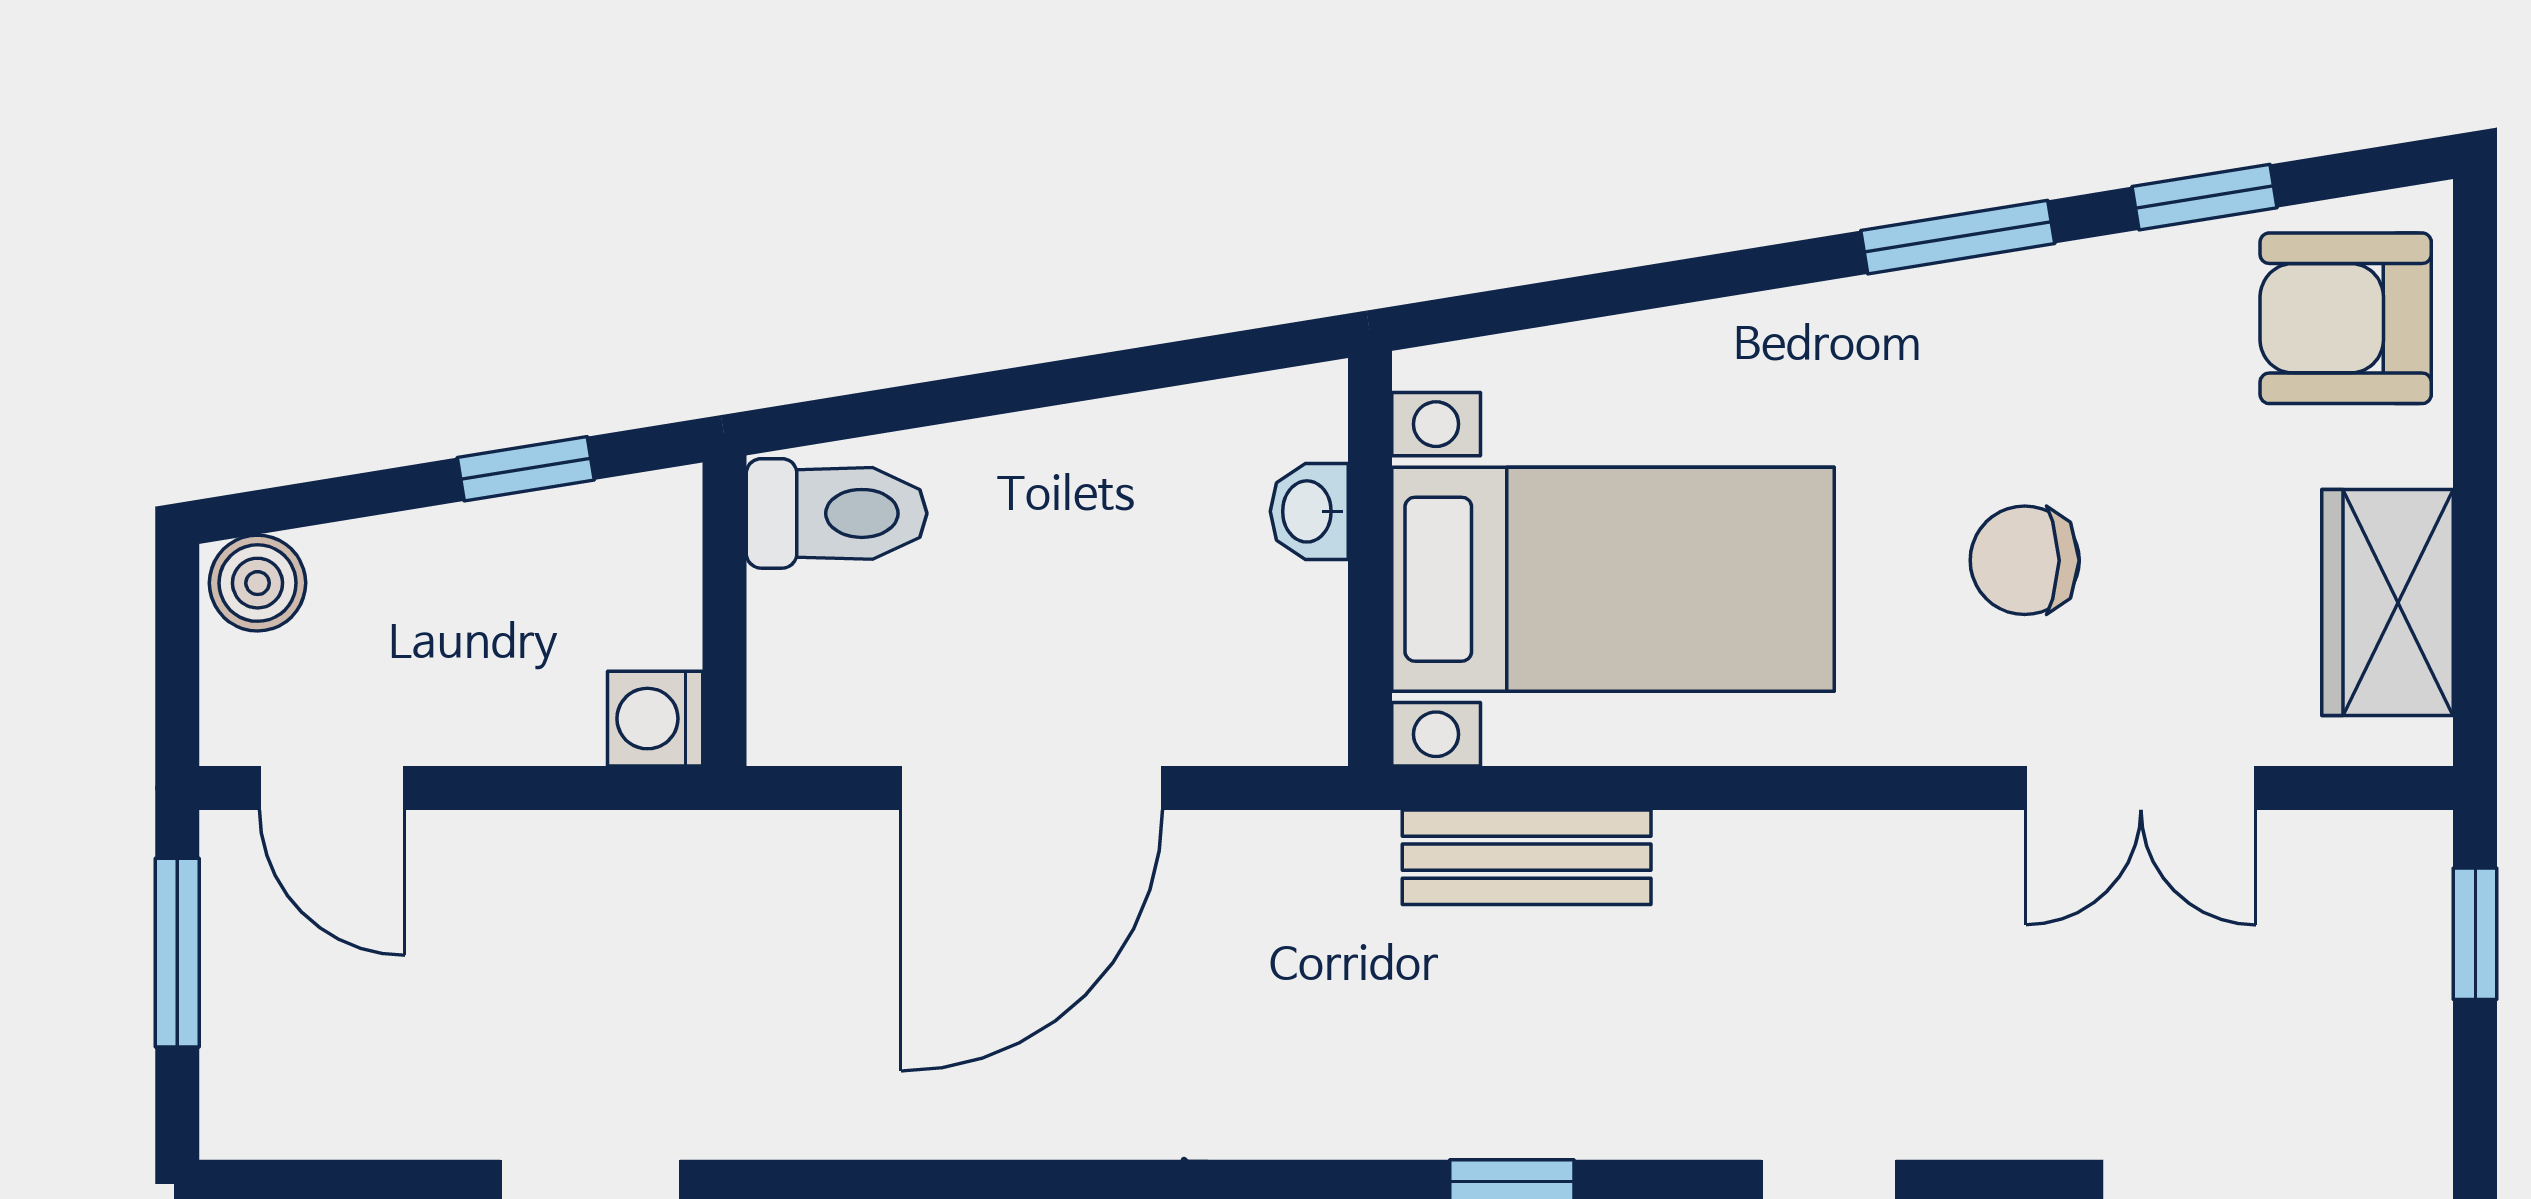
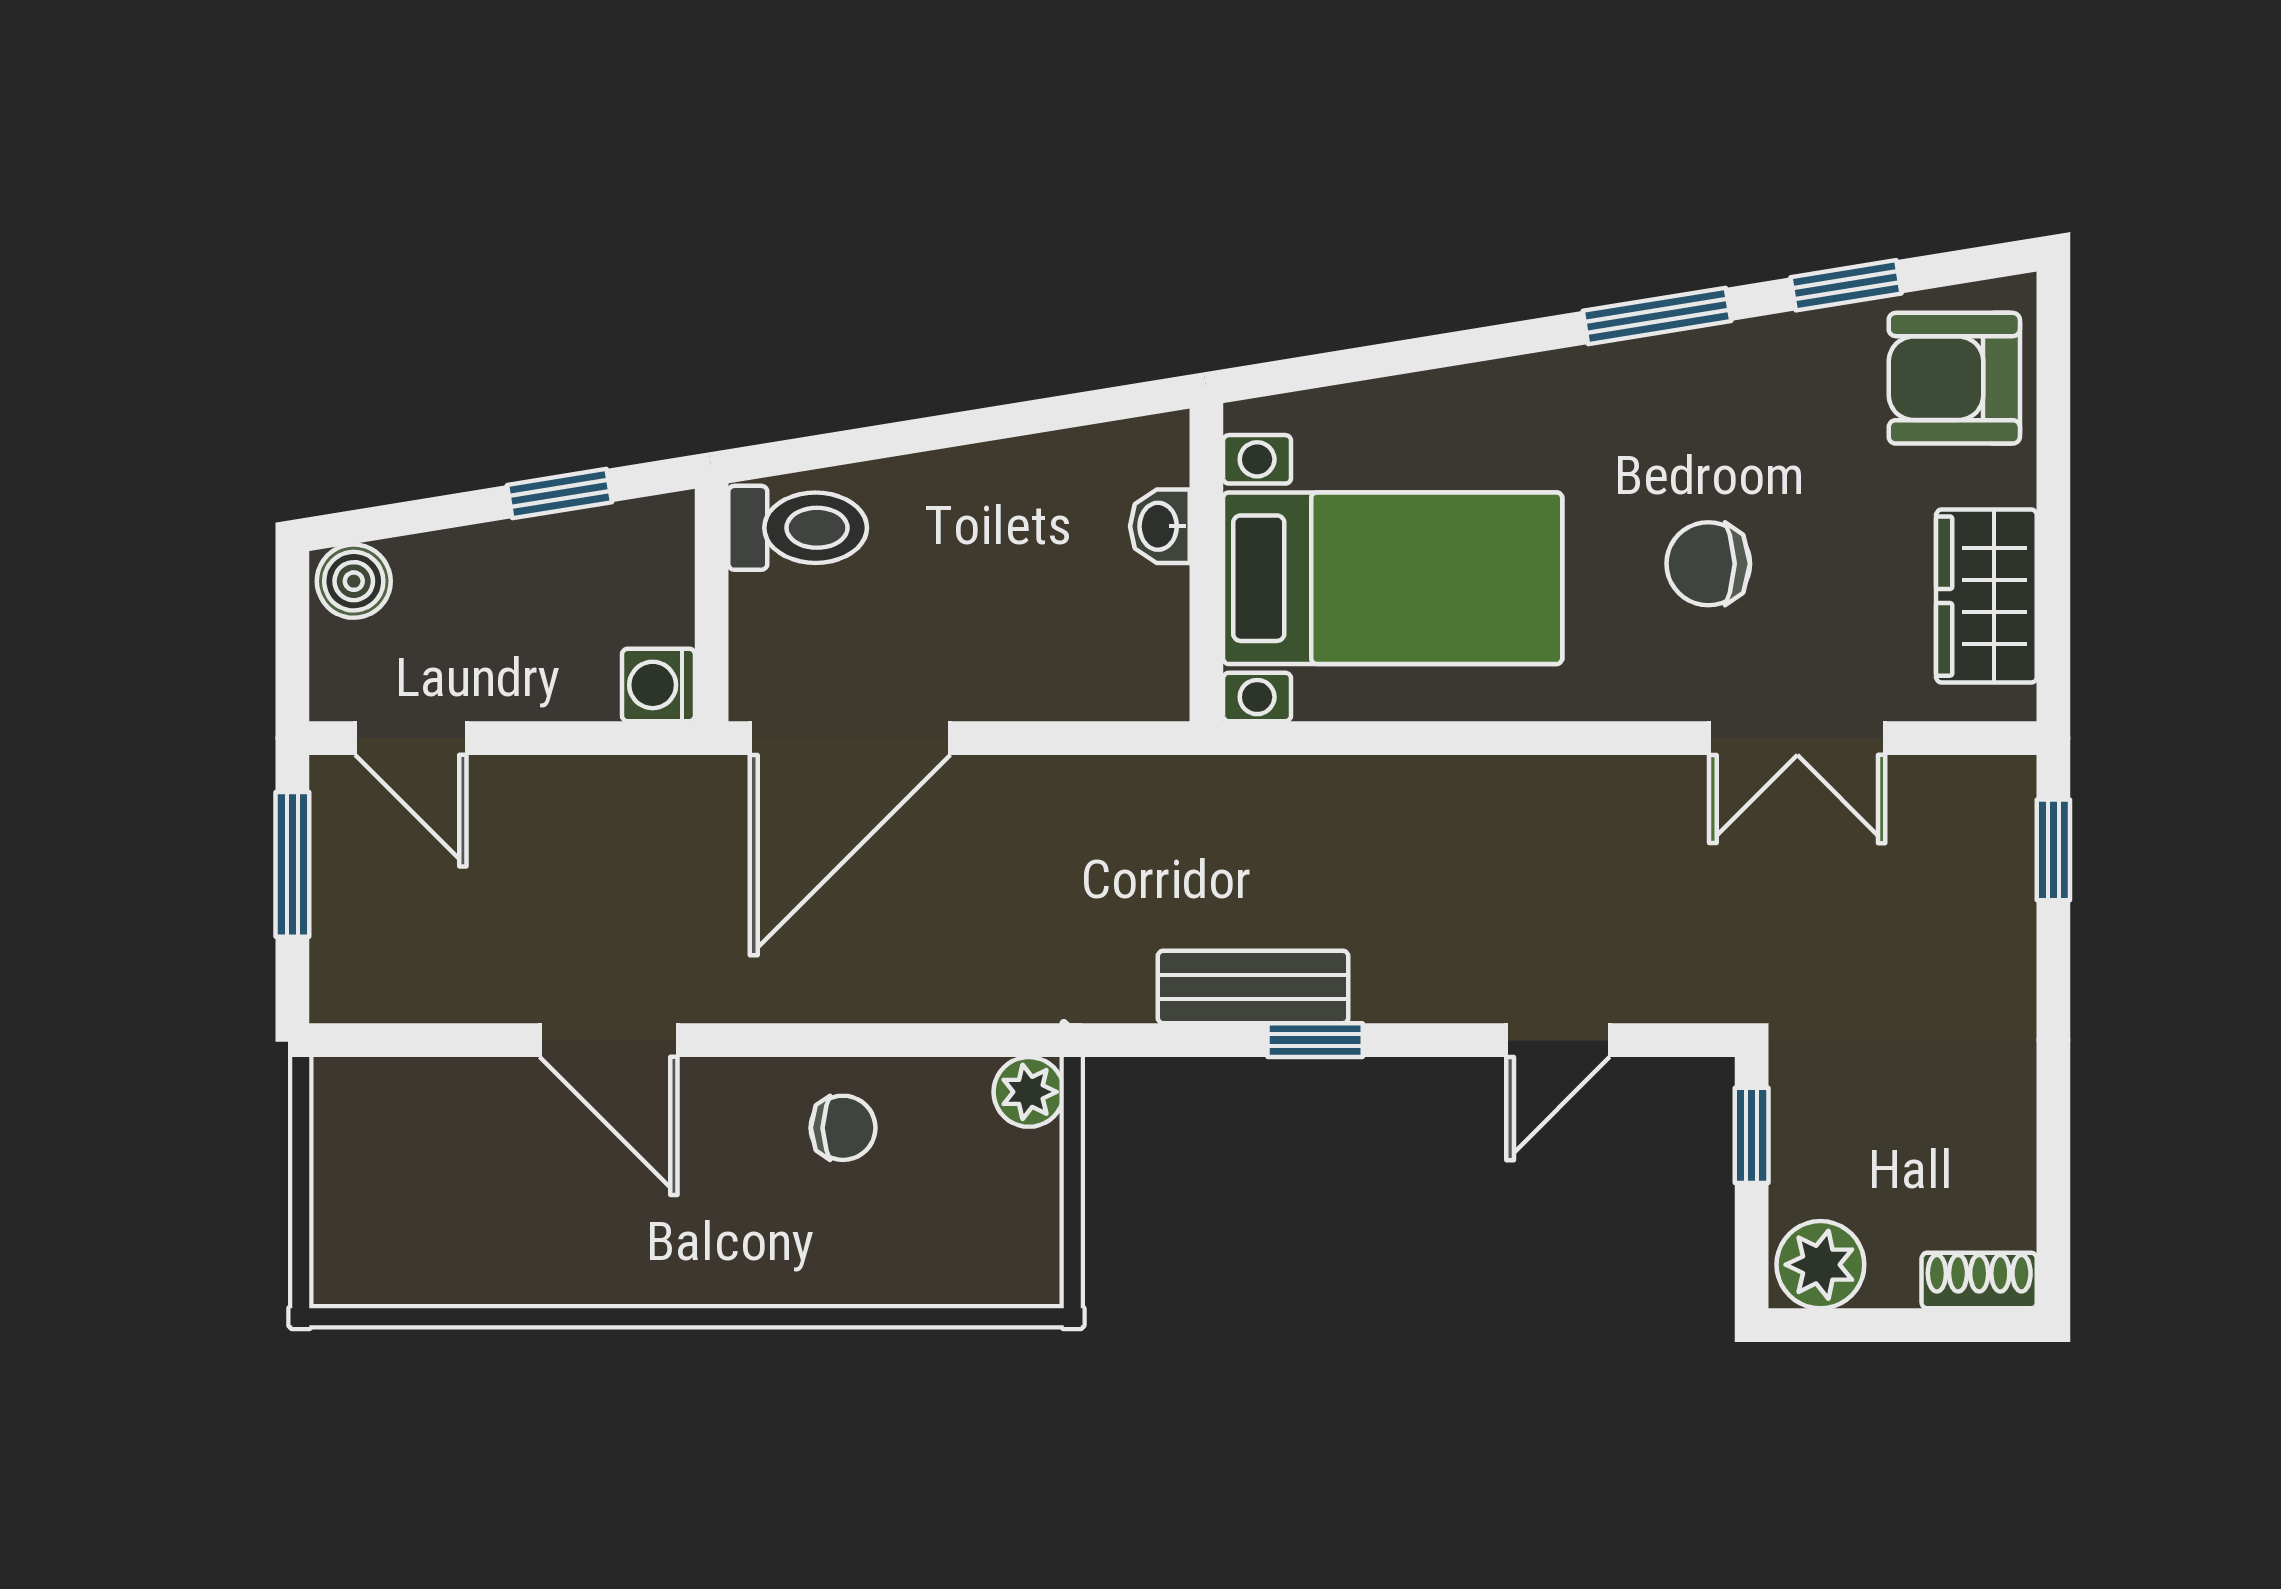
door: (1032, 788) -> (850, 738), moved
bench: (1527, 857) -> (1253, 987), moved

